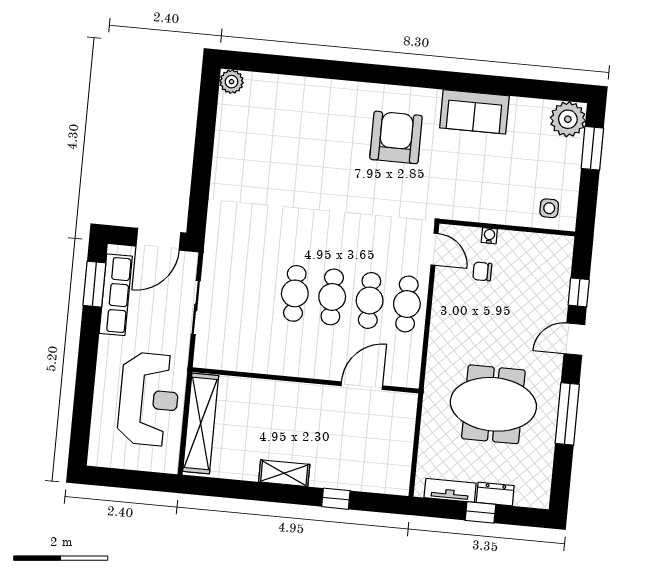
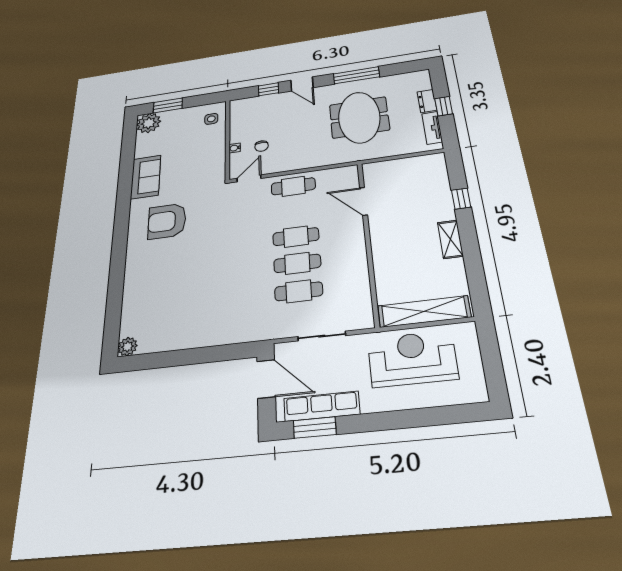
cafe table: (370, 300) -> (299, 291), moved

